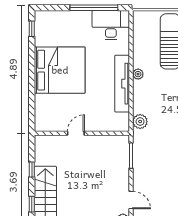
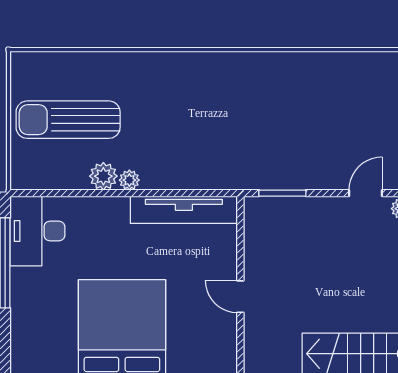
tv unit: (122, 84) -> (184, 210), moved
plant: (140, 122) -> (103, 176), moved

